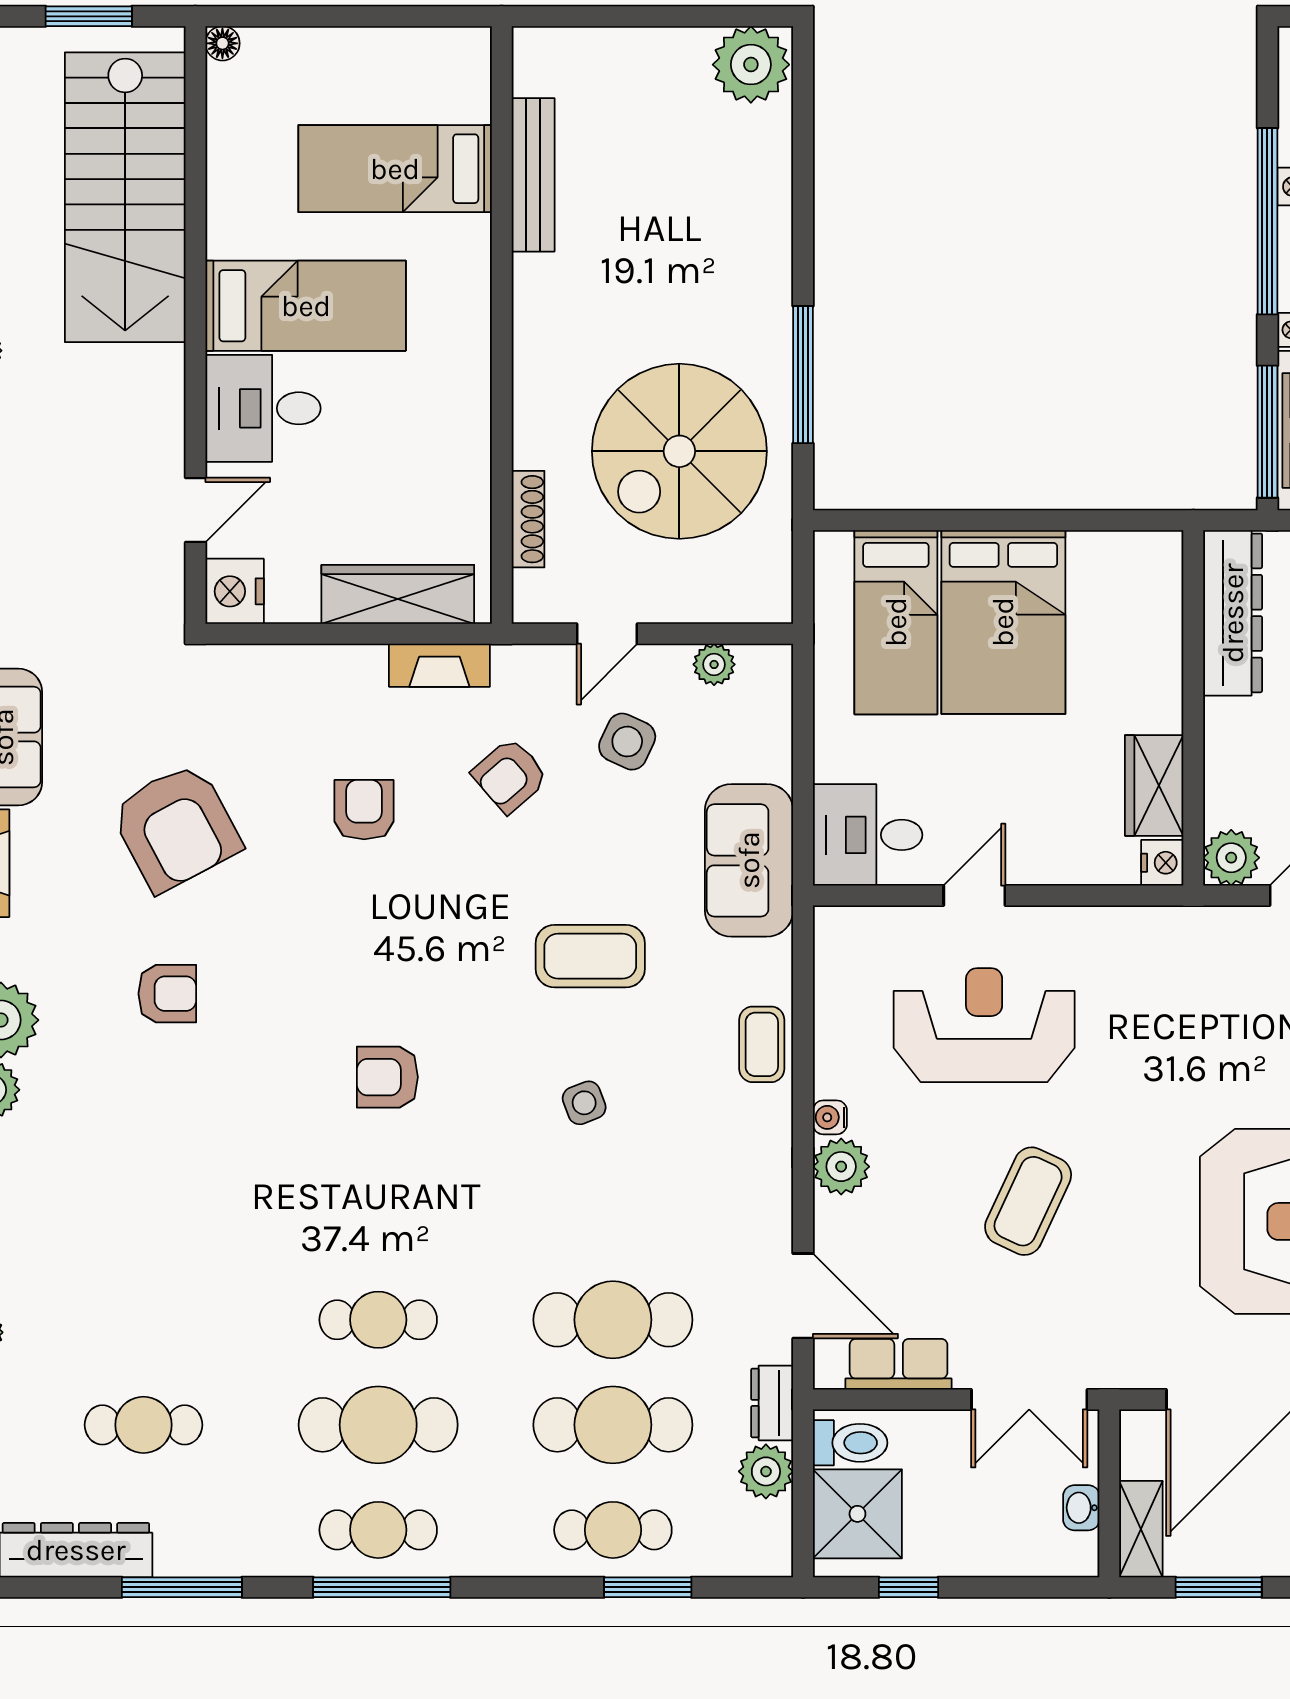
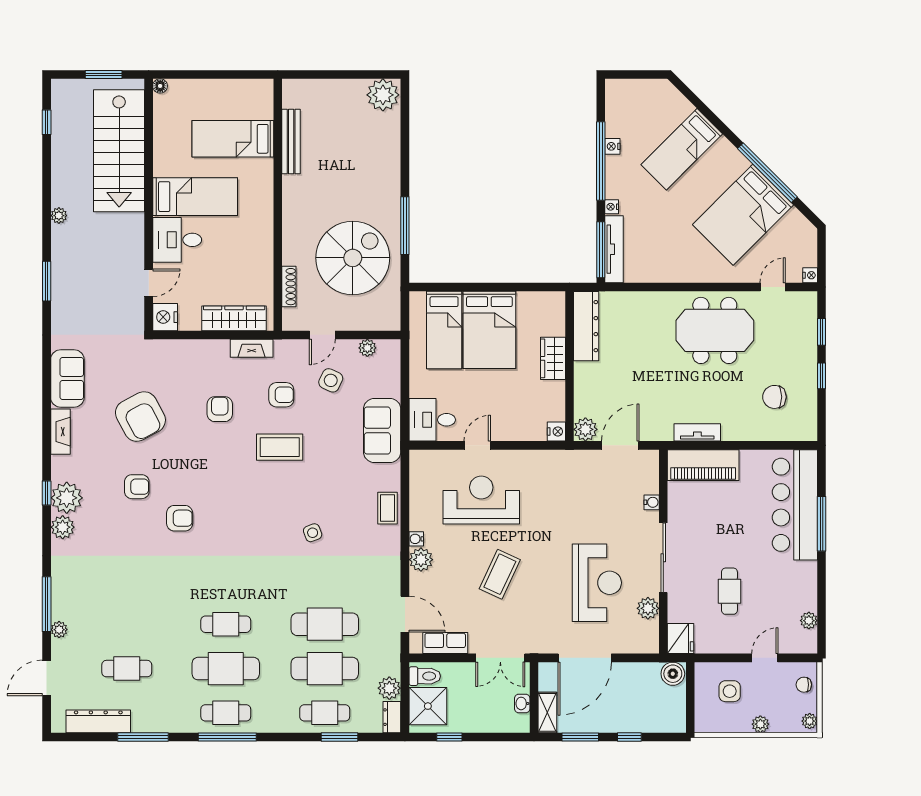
spiral stairs: (679, 451) -> (353, 258), turned 180
armchair: (510, 776) -> (281, 395), turned -139
wardrobe: (1154, 785) -> (553, 358), moved
coffee table: (590, 956) -> (280, 447), moved
armchair: (387, 1077) -> (180, 518), moved, turned 180
dresser: (772, 1403) -> (392, 717), moved

